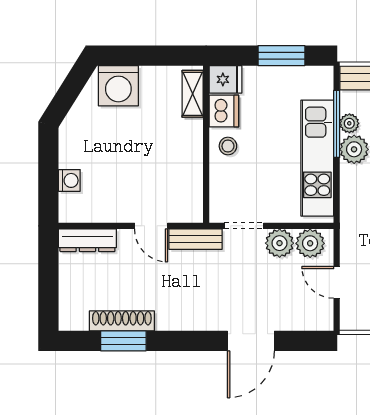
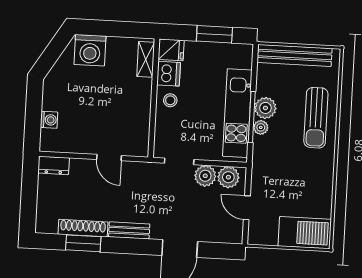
plant: (349, 123) -> (261, 127), moved
window: (337, 124) -> (252, 117), moved
bench: (195, 239) -> (129, 230), moved
dresser: (87, 240) -> (54, 165), width x0.70

